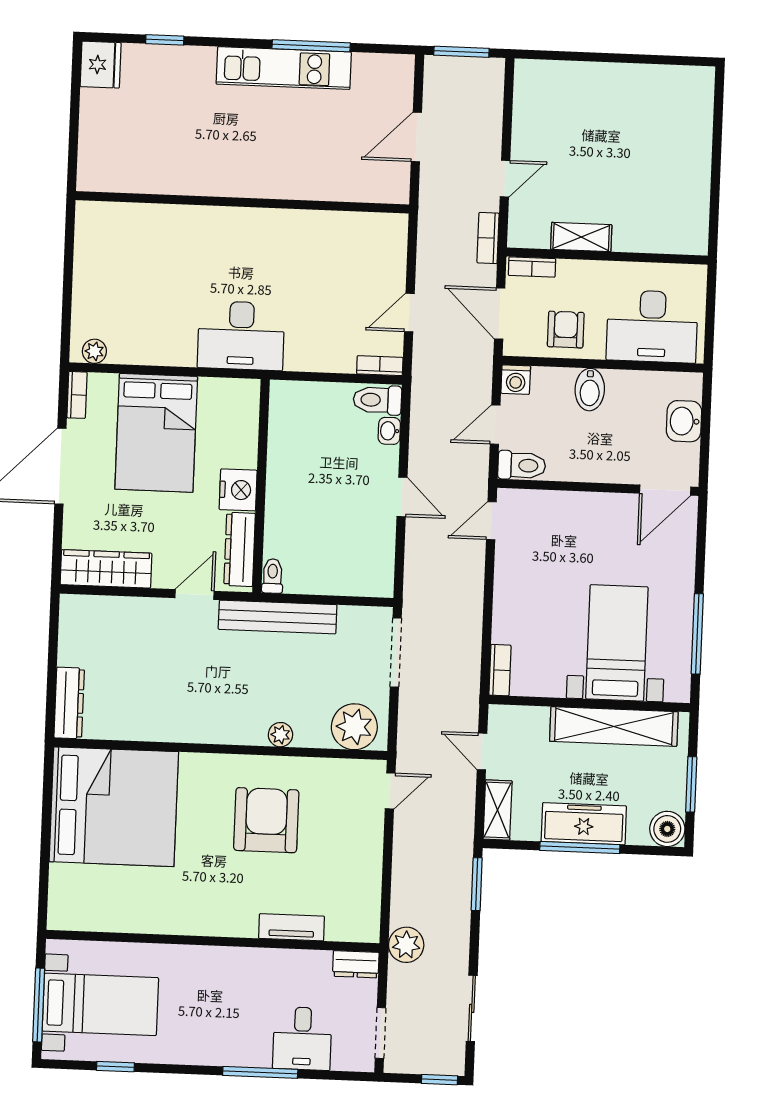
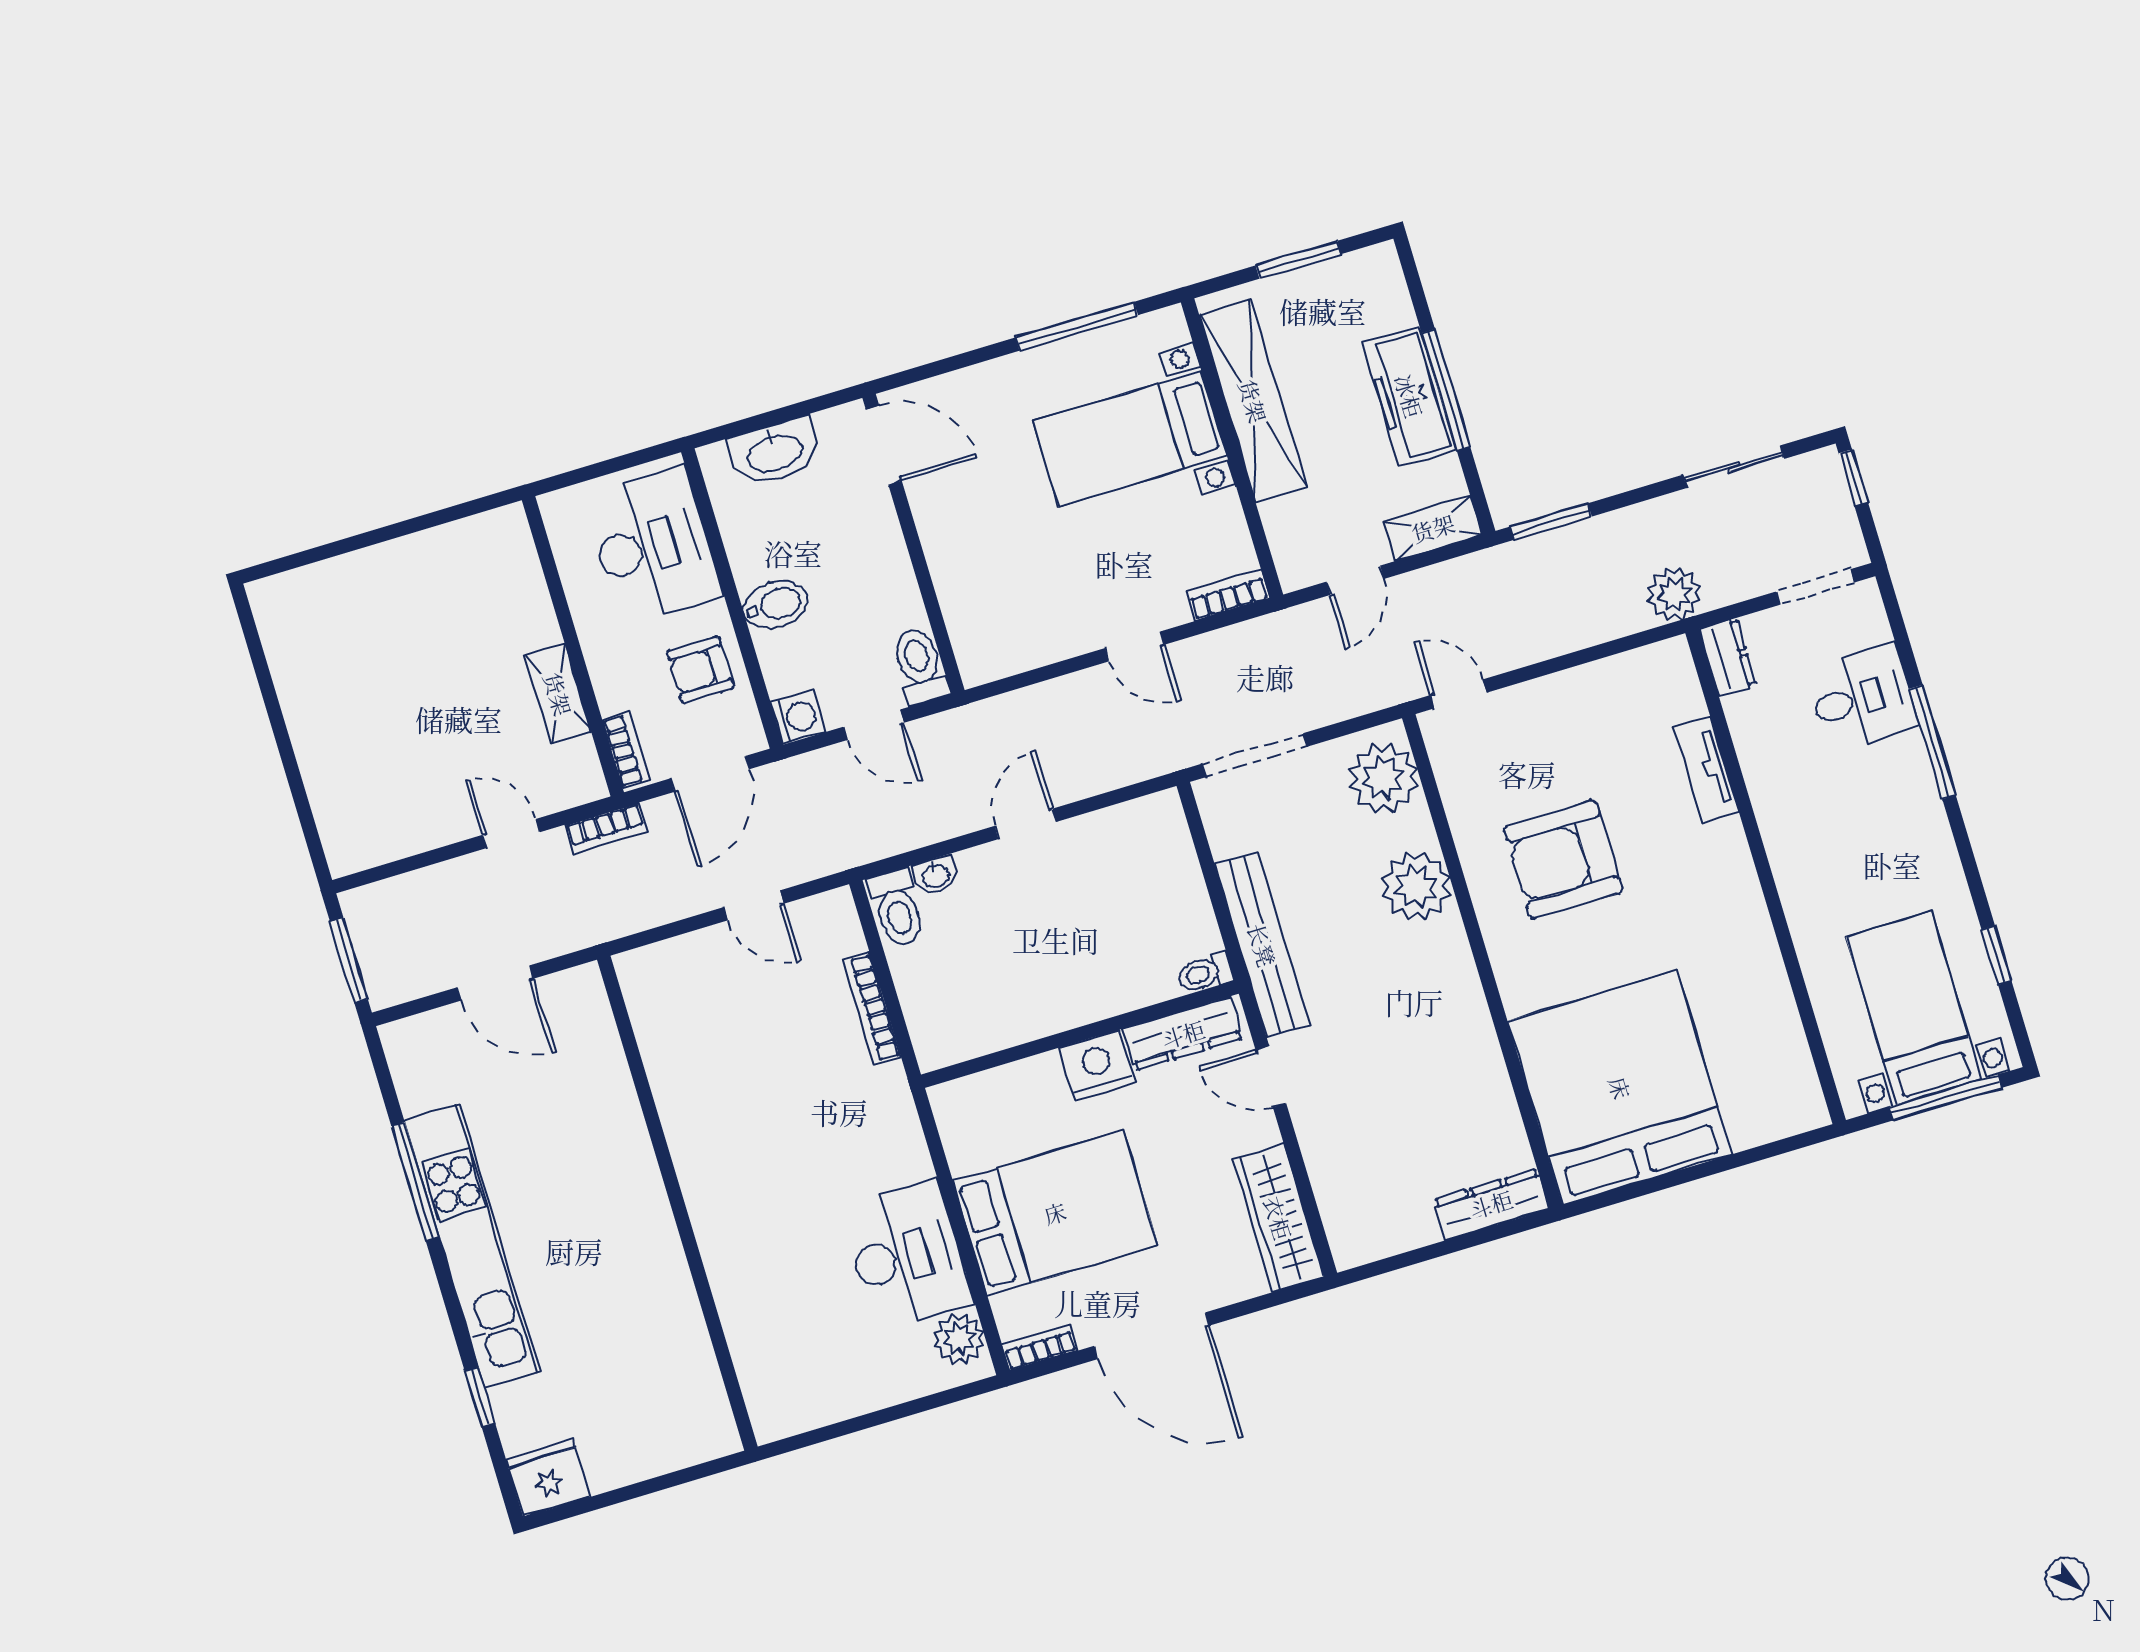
kitchen unit: (284, 68) -> (472, 1246), width x1.36
desk: (241, 336) -> (907, 1256), moved
plant: (94, 351) -> (959, 1339), width x1.38, depth x1.38
bookcase: (380, 366) -> (872, 1008), moved, width x1.56
washbasin: (684, 421) -> (774, 452), width x1.38
door: (491, 521) -> (1135, 646), moved
plant: (280, 735) -> (1416, 886), width x1.88, depth x1.88
boiler: (667, 829) -> (1375, 272), removed

